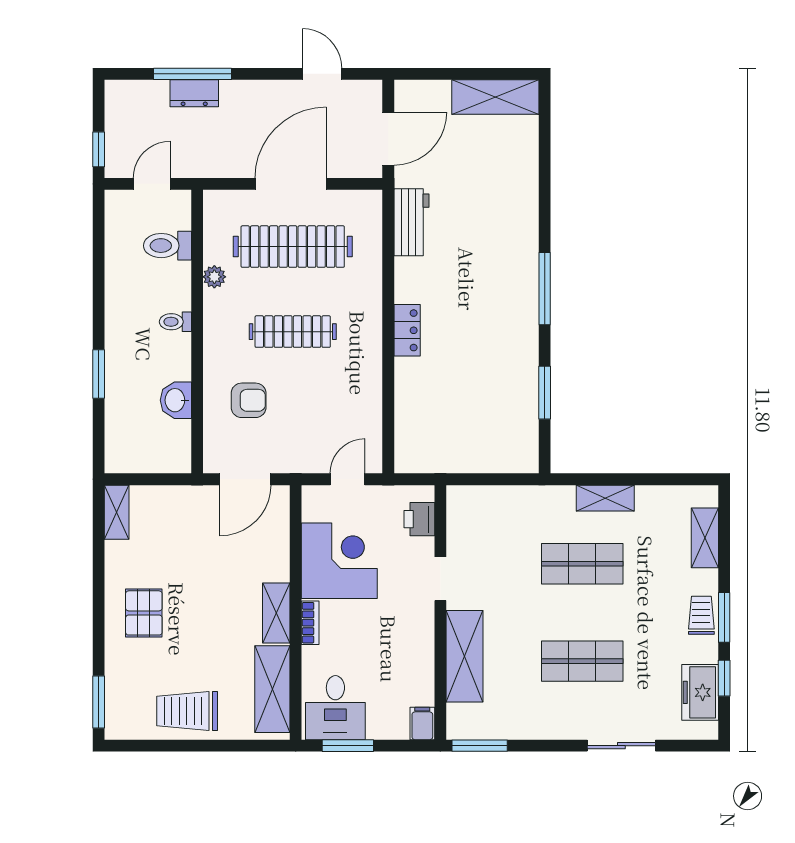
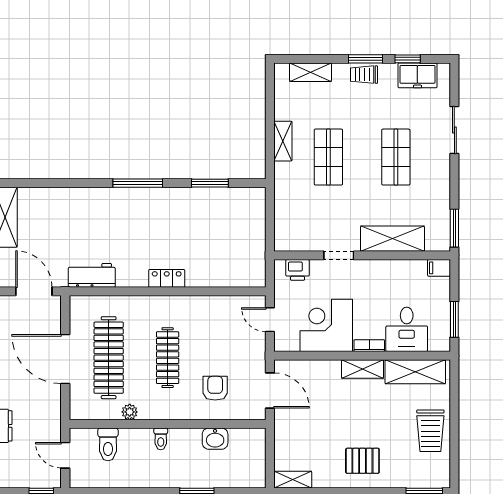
desk: (335, 708) -> (407, 329), moved, turned 90

